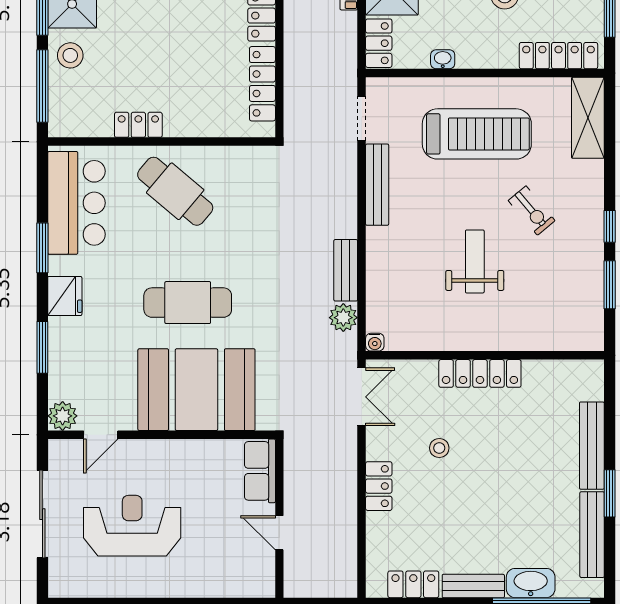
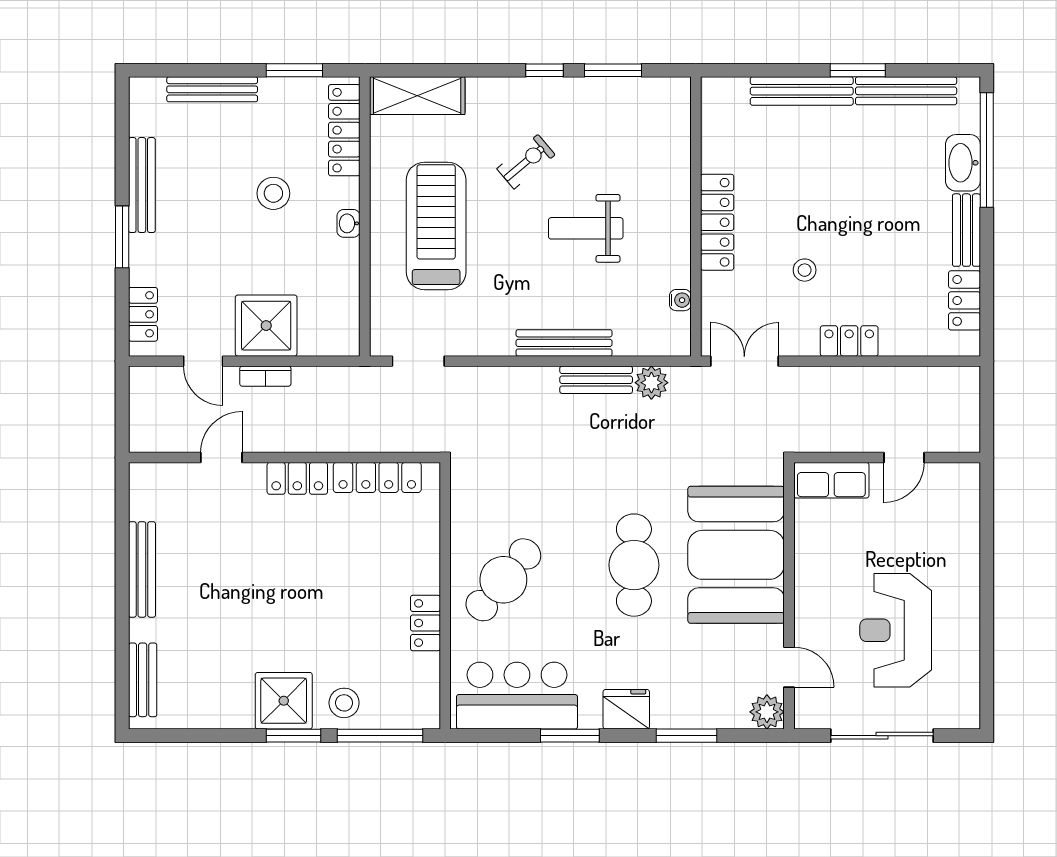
locker: (379, 43) -> (330, 341), removed
washbasin: (443, 59) -> (349, 223), moved
bench: (377, 185) -> (564, 343), moved
water cooler: (375, 342) -> (680, 300), moved

